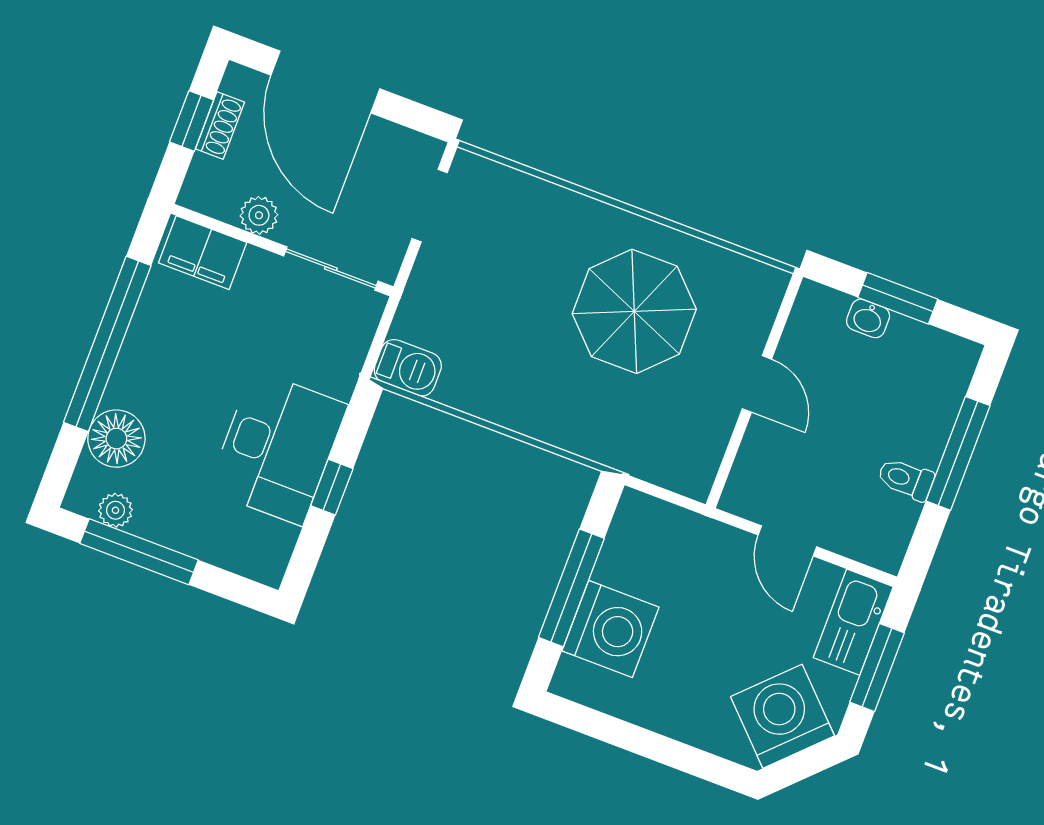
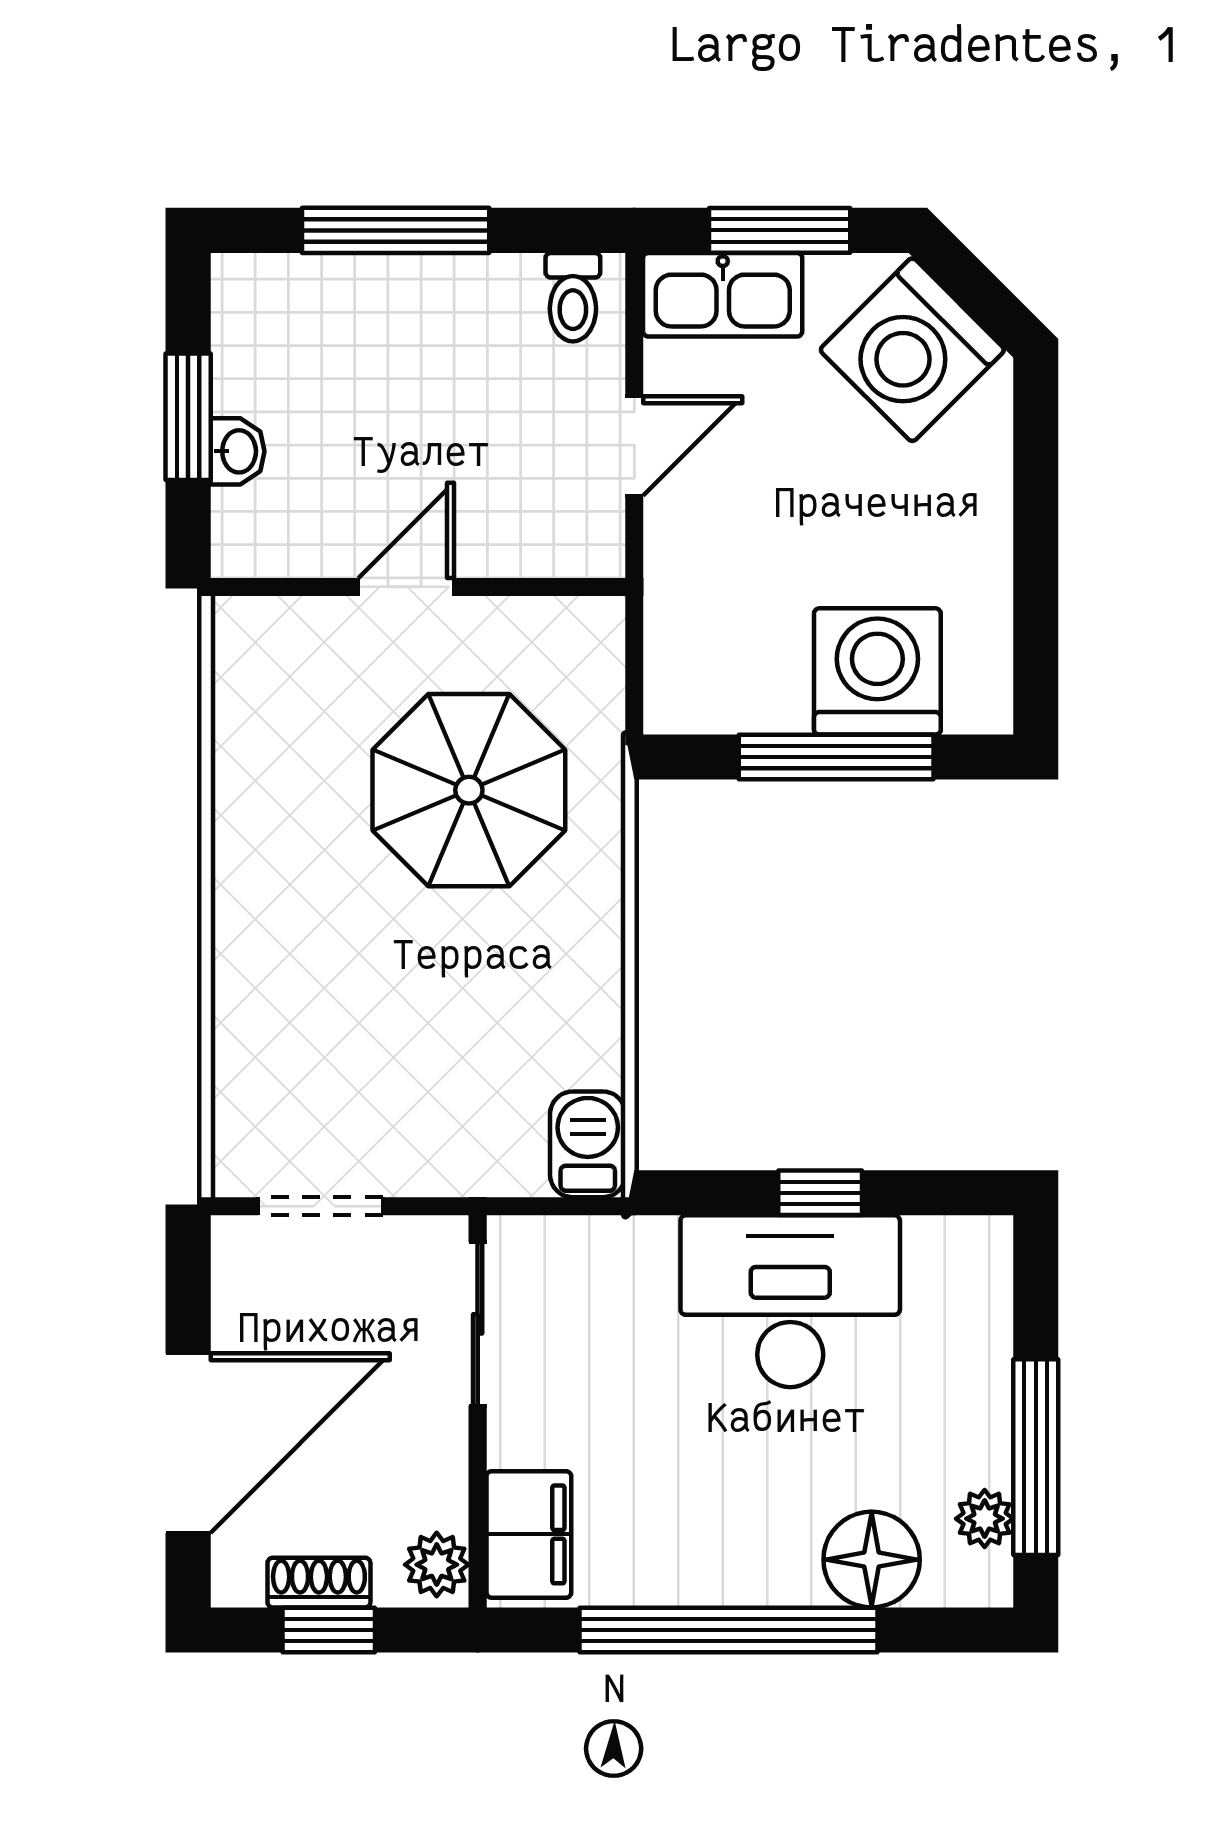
plant: (259, 215) -> (437, 1565), moved
parasol: (634, 311) -> (469, 790), moved
toilet: (906, 479) -> (573, 297), moved

